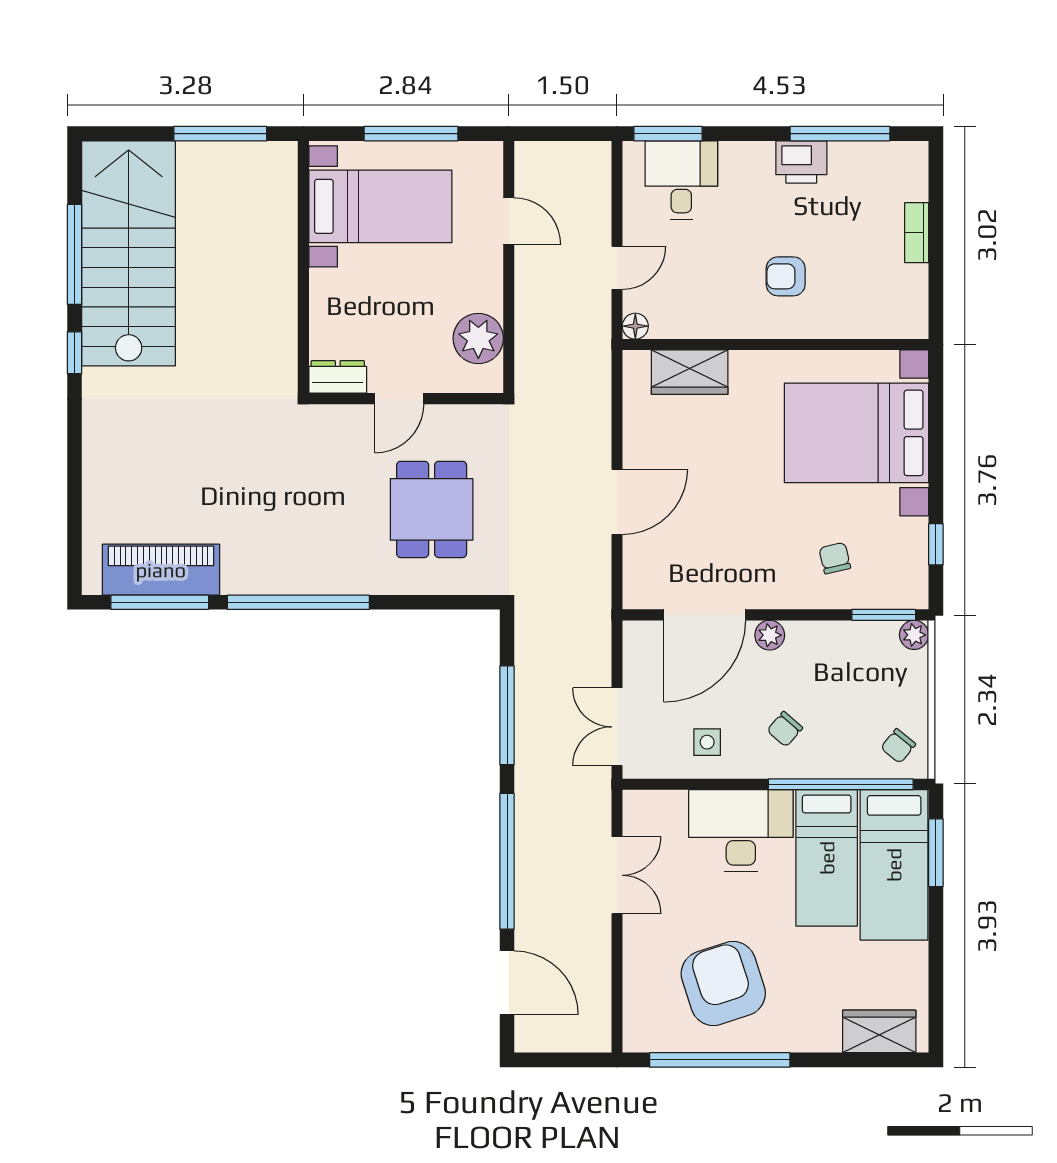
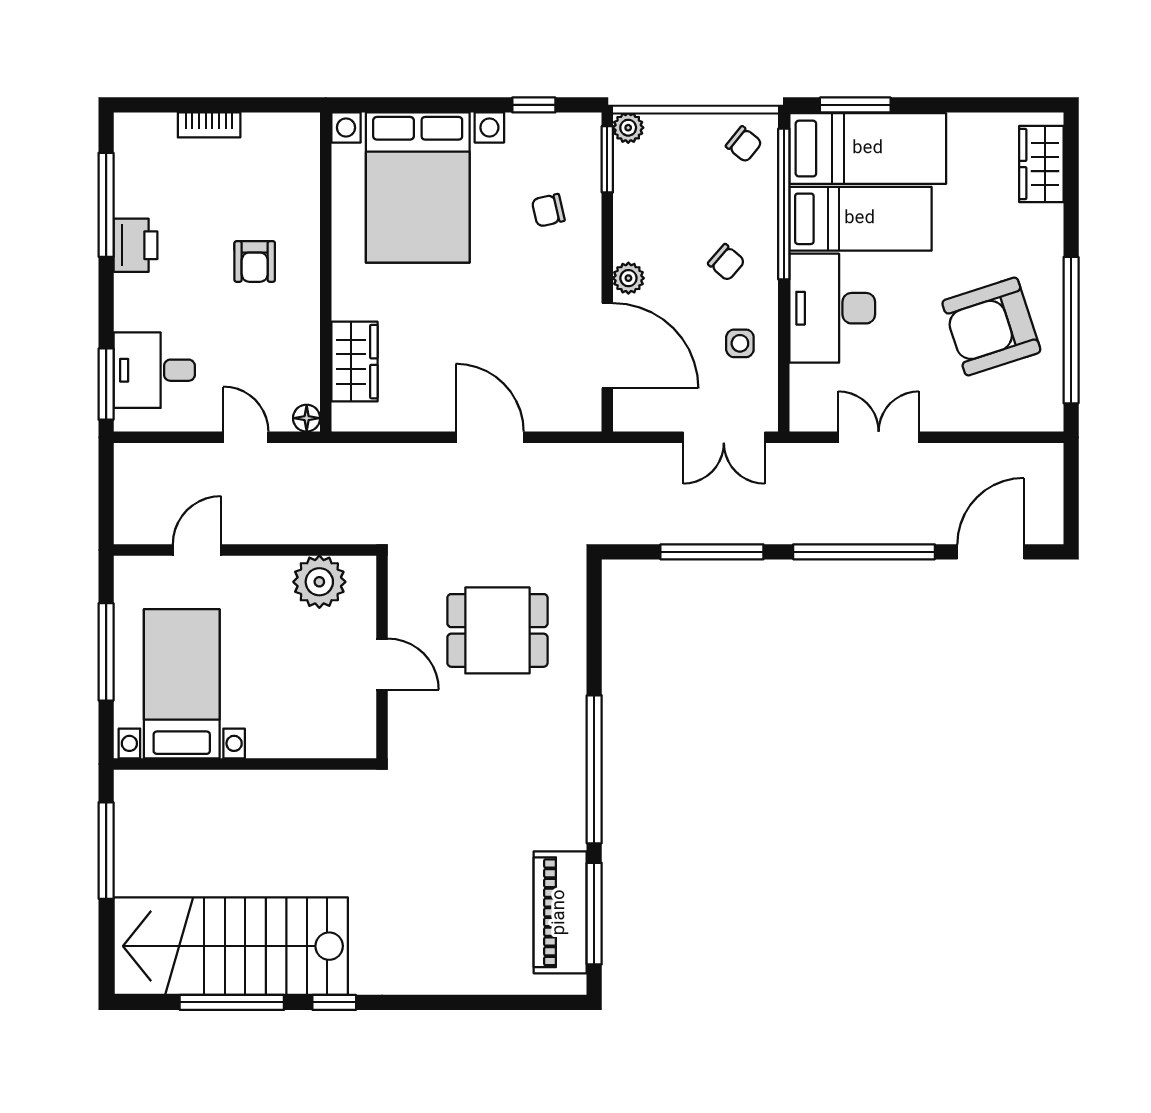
dresser: (338, 377) -> (359, 728), removed

